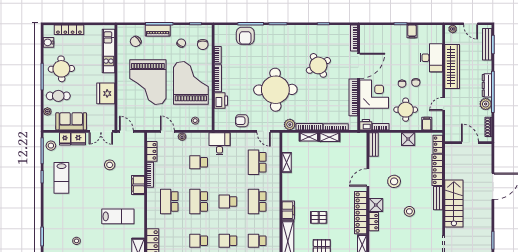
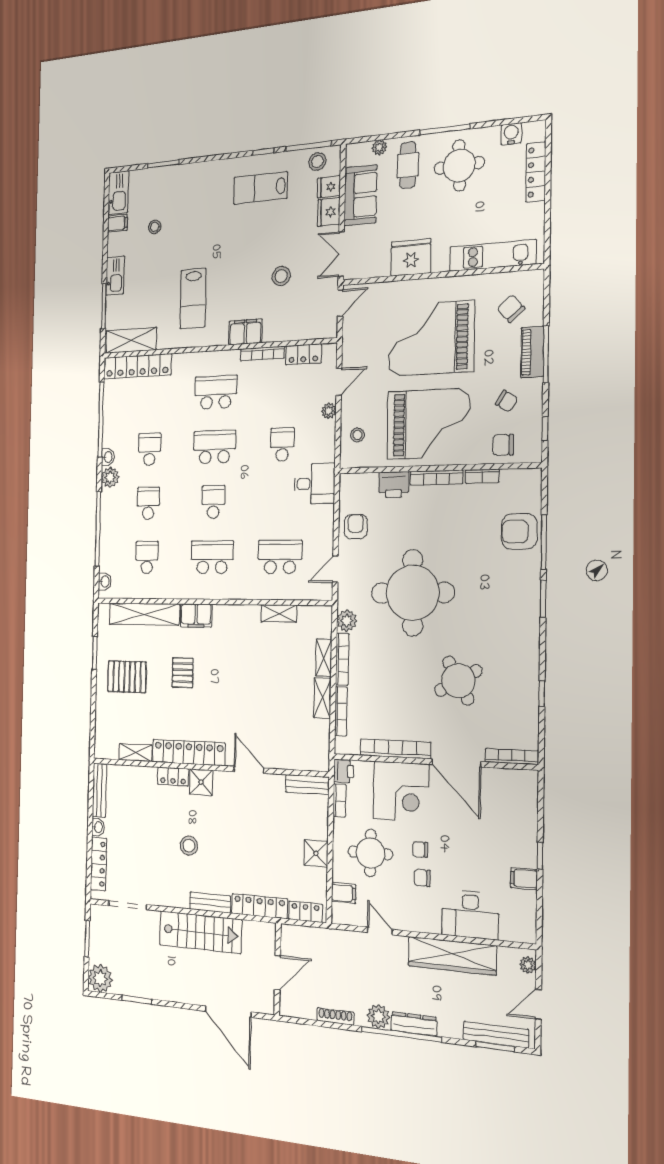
wall: (468, 143) -> (278, 969), moved
door: (470, 143) -> (277, 973), moved
stool: (394, 181) -> (241, 820), removed

